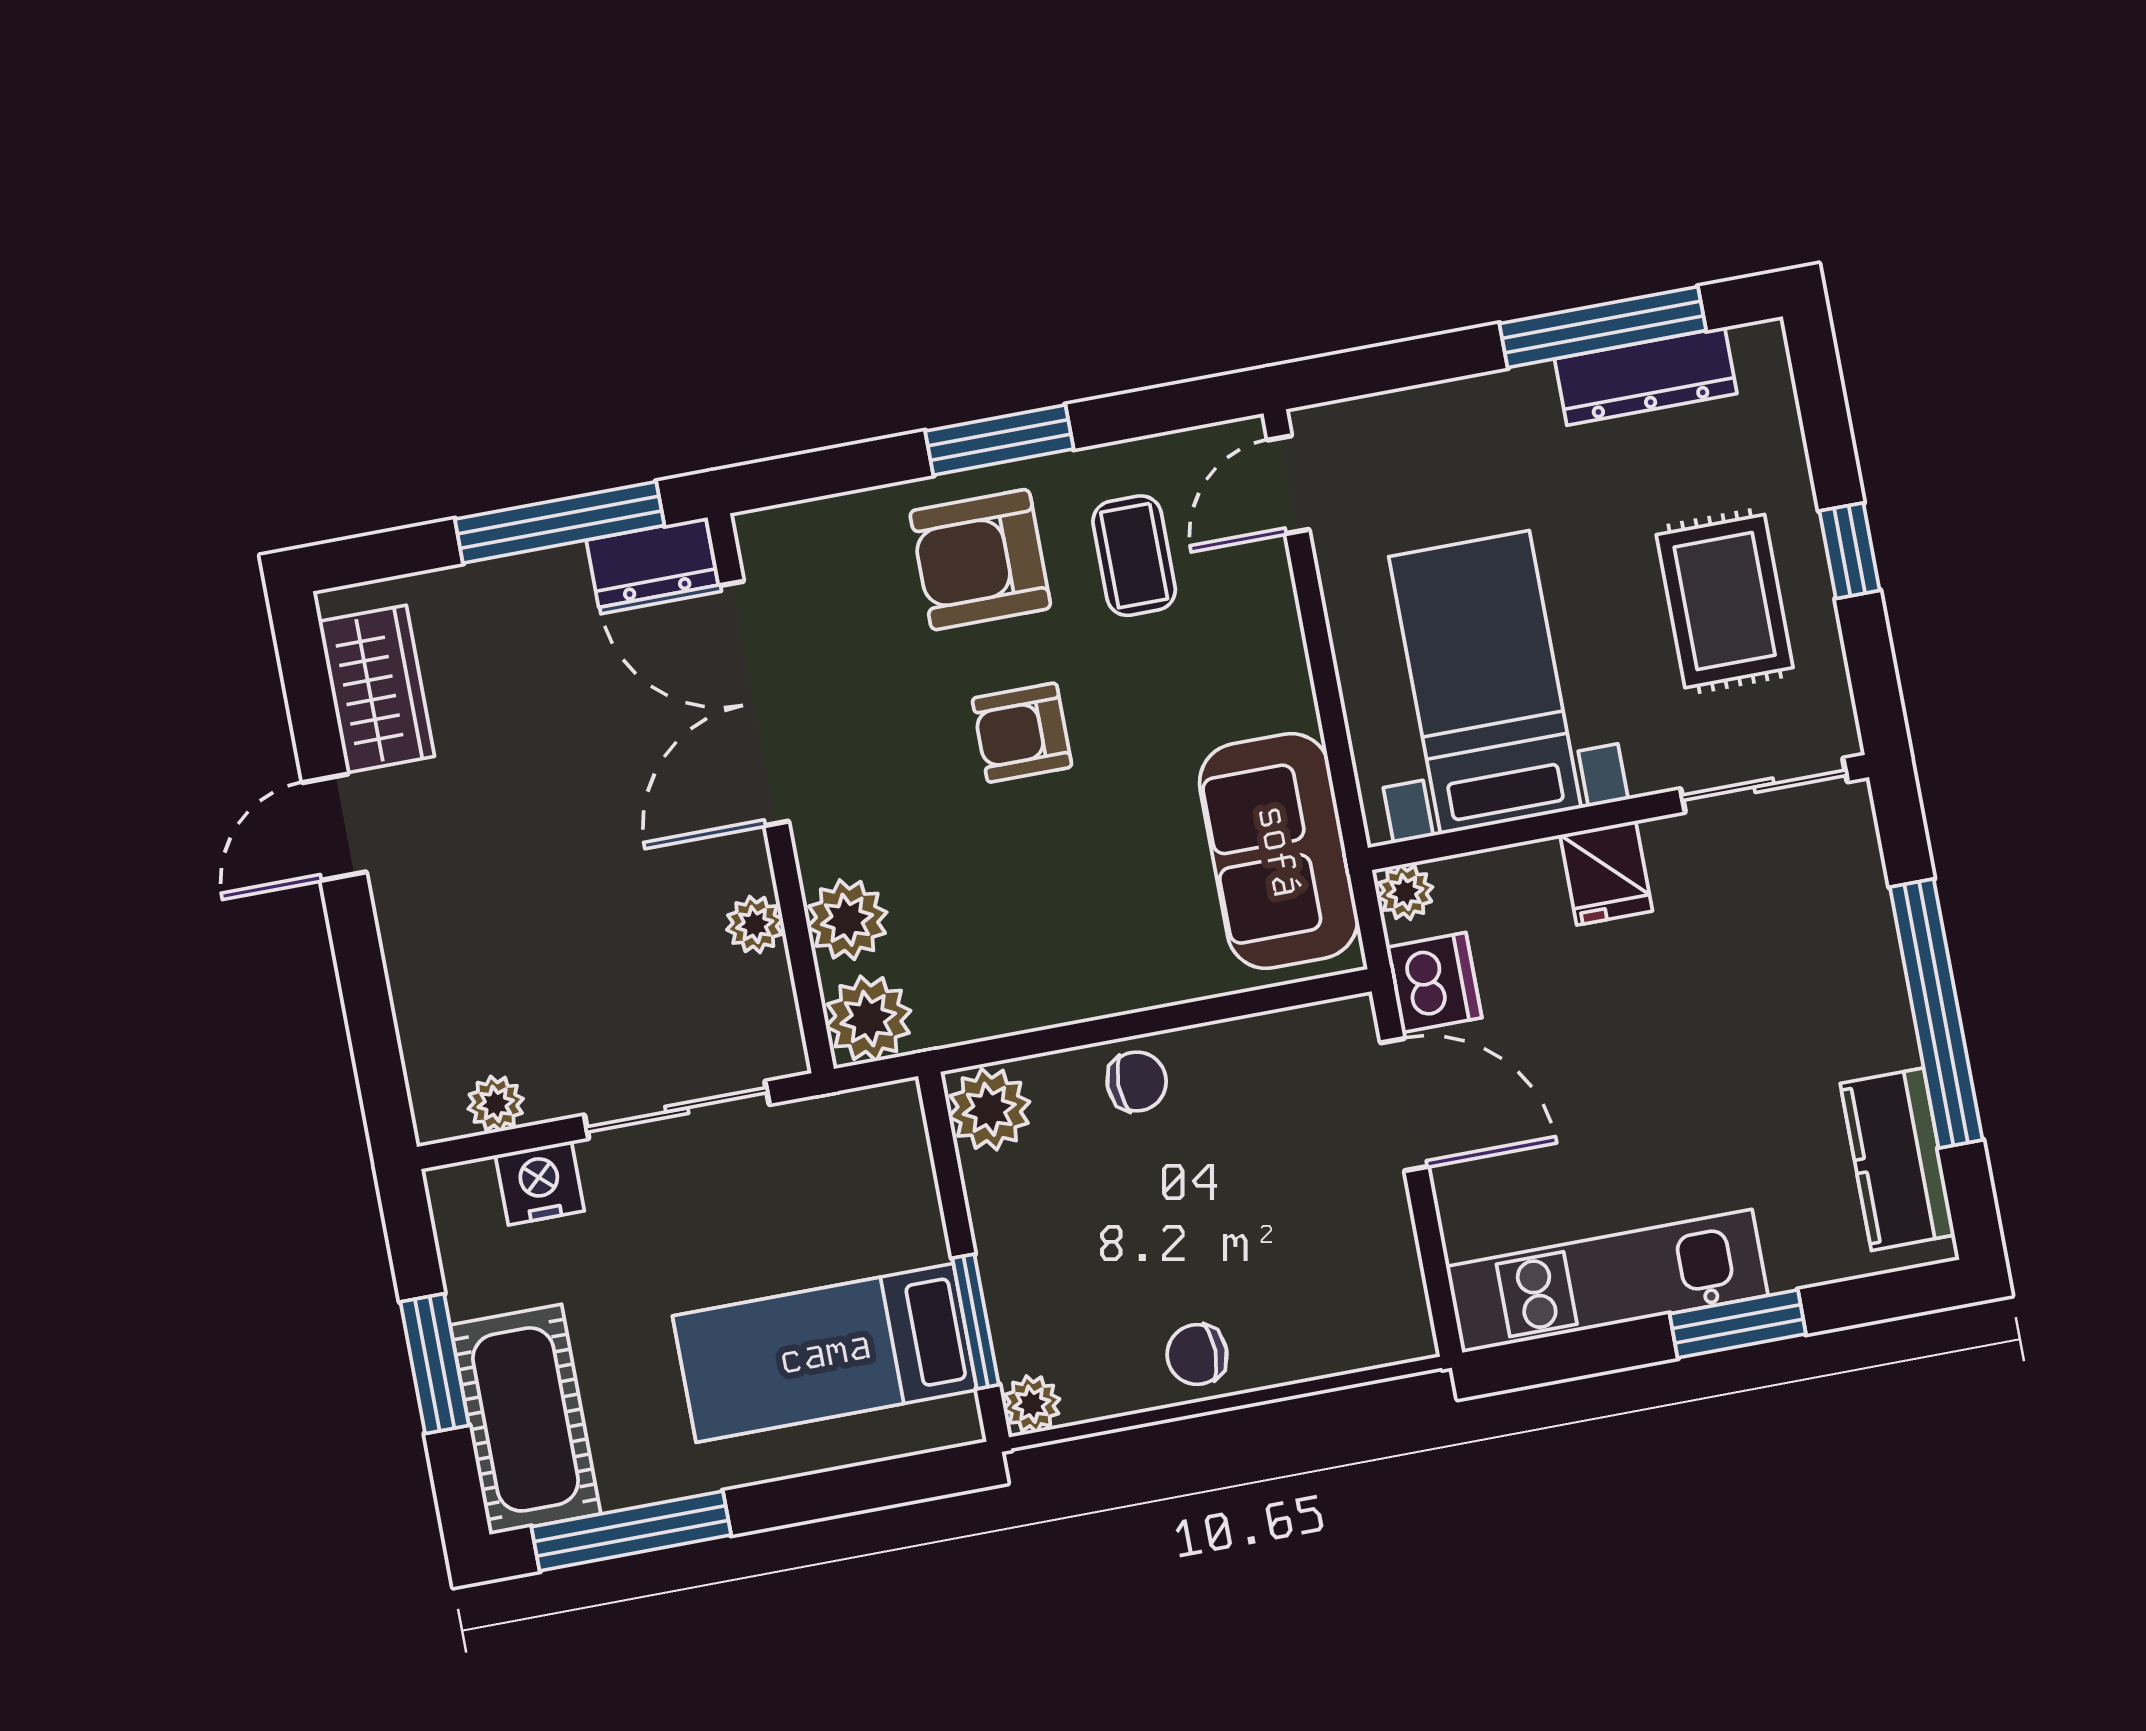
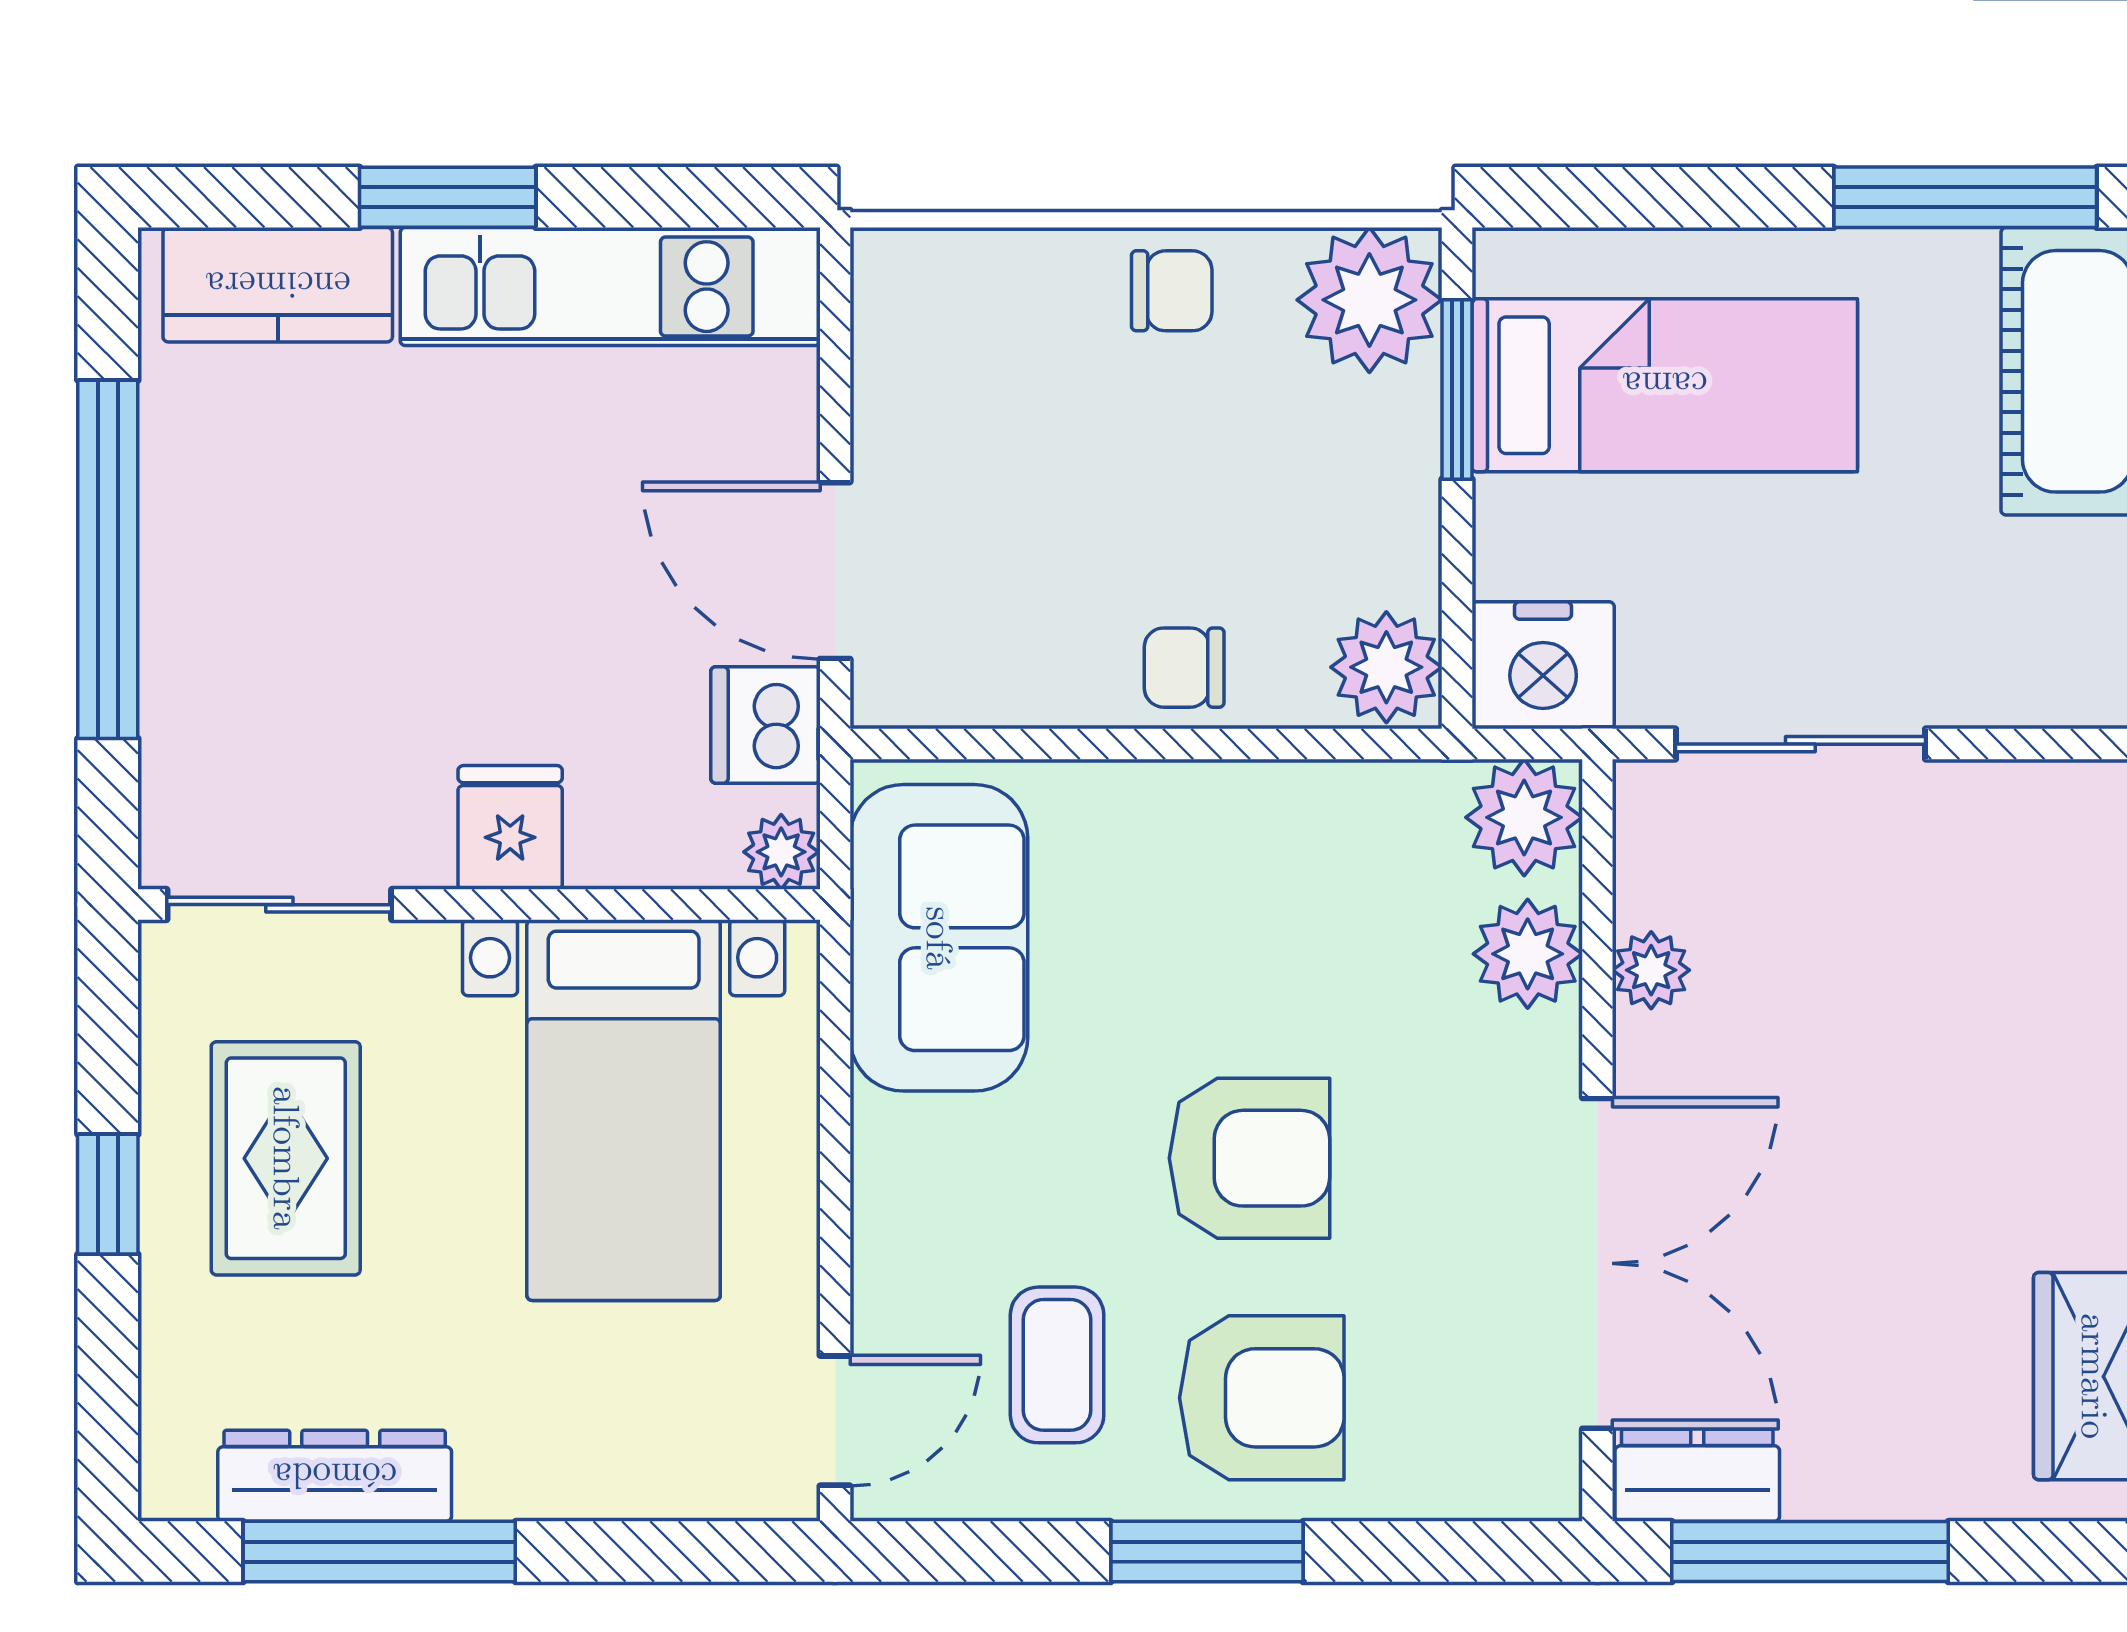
armchair: (1022, 733) -> (1249, 1158), width x1.38, depth x1.38
plant: (496, 1104) -> (2039, 797), removed
kitchen counter: (1897, 1159) -> (278, 285), moved, turned 90
nightstand: (540, 1183) -> (1543, 665), moved, width x1.36, depth x1.33
plant: (1032, 1404) -> (1369, 300), width x1.87, depth x1.87

